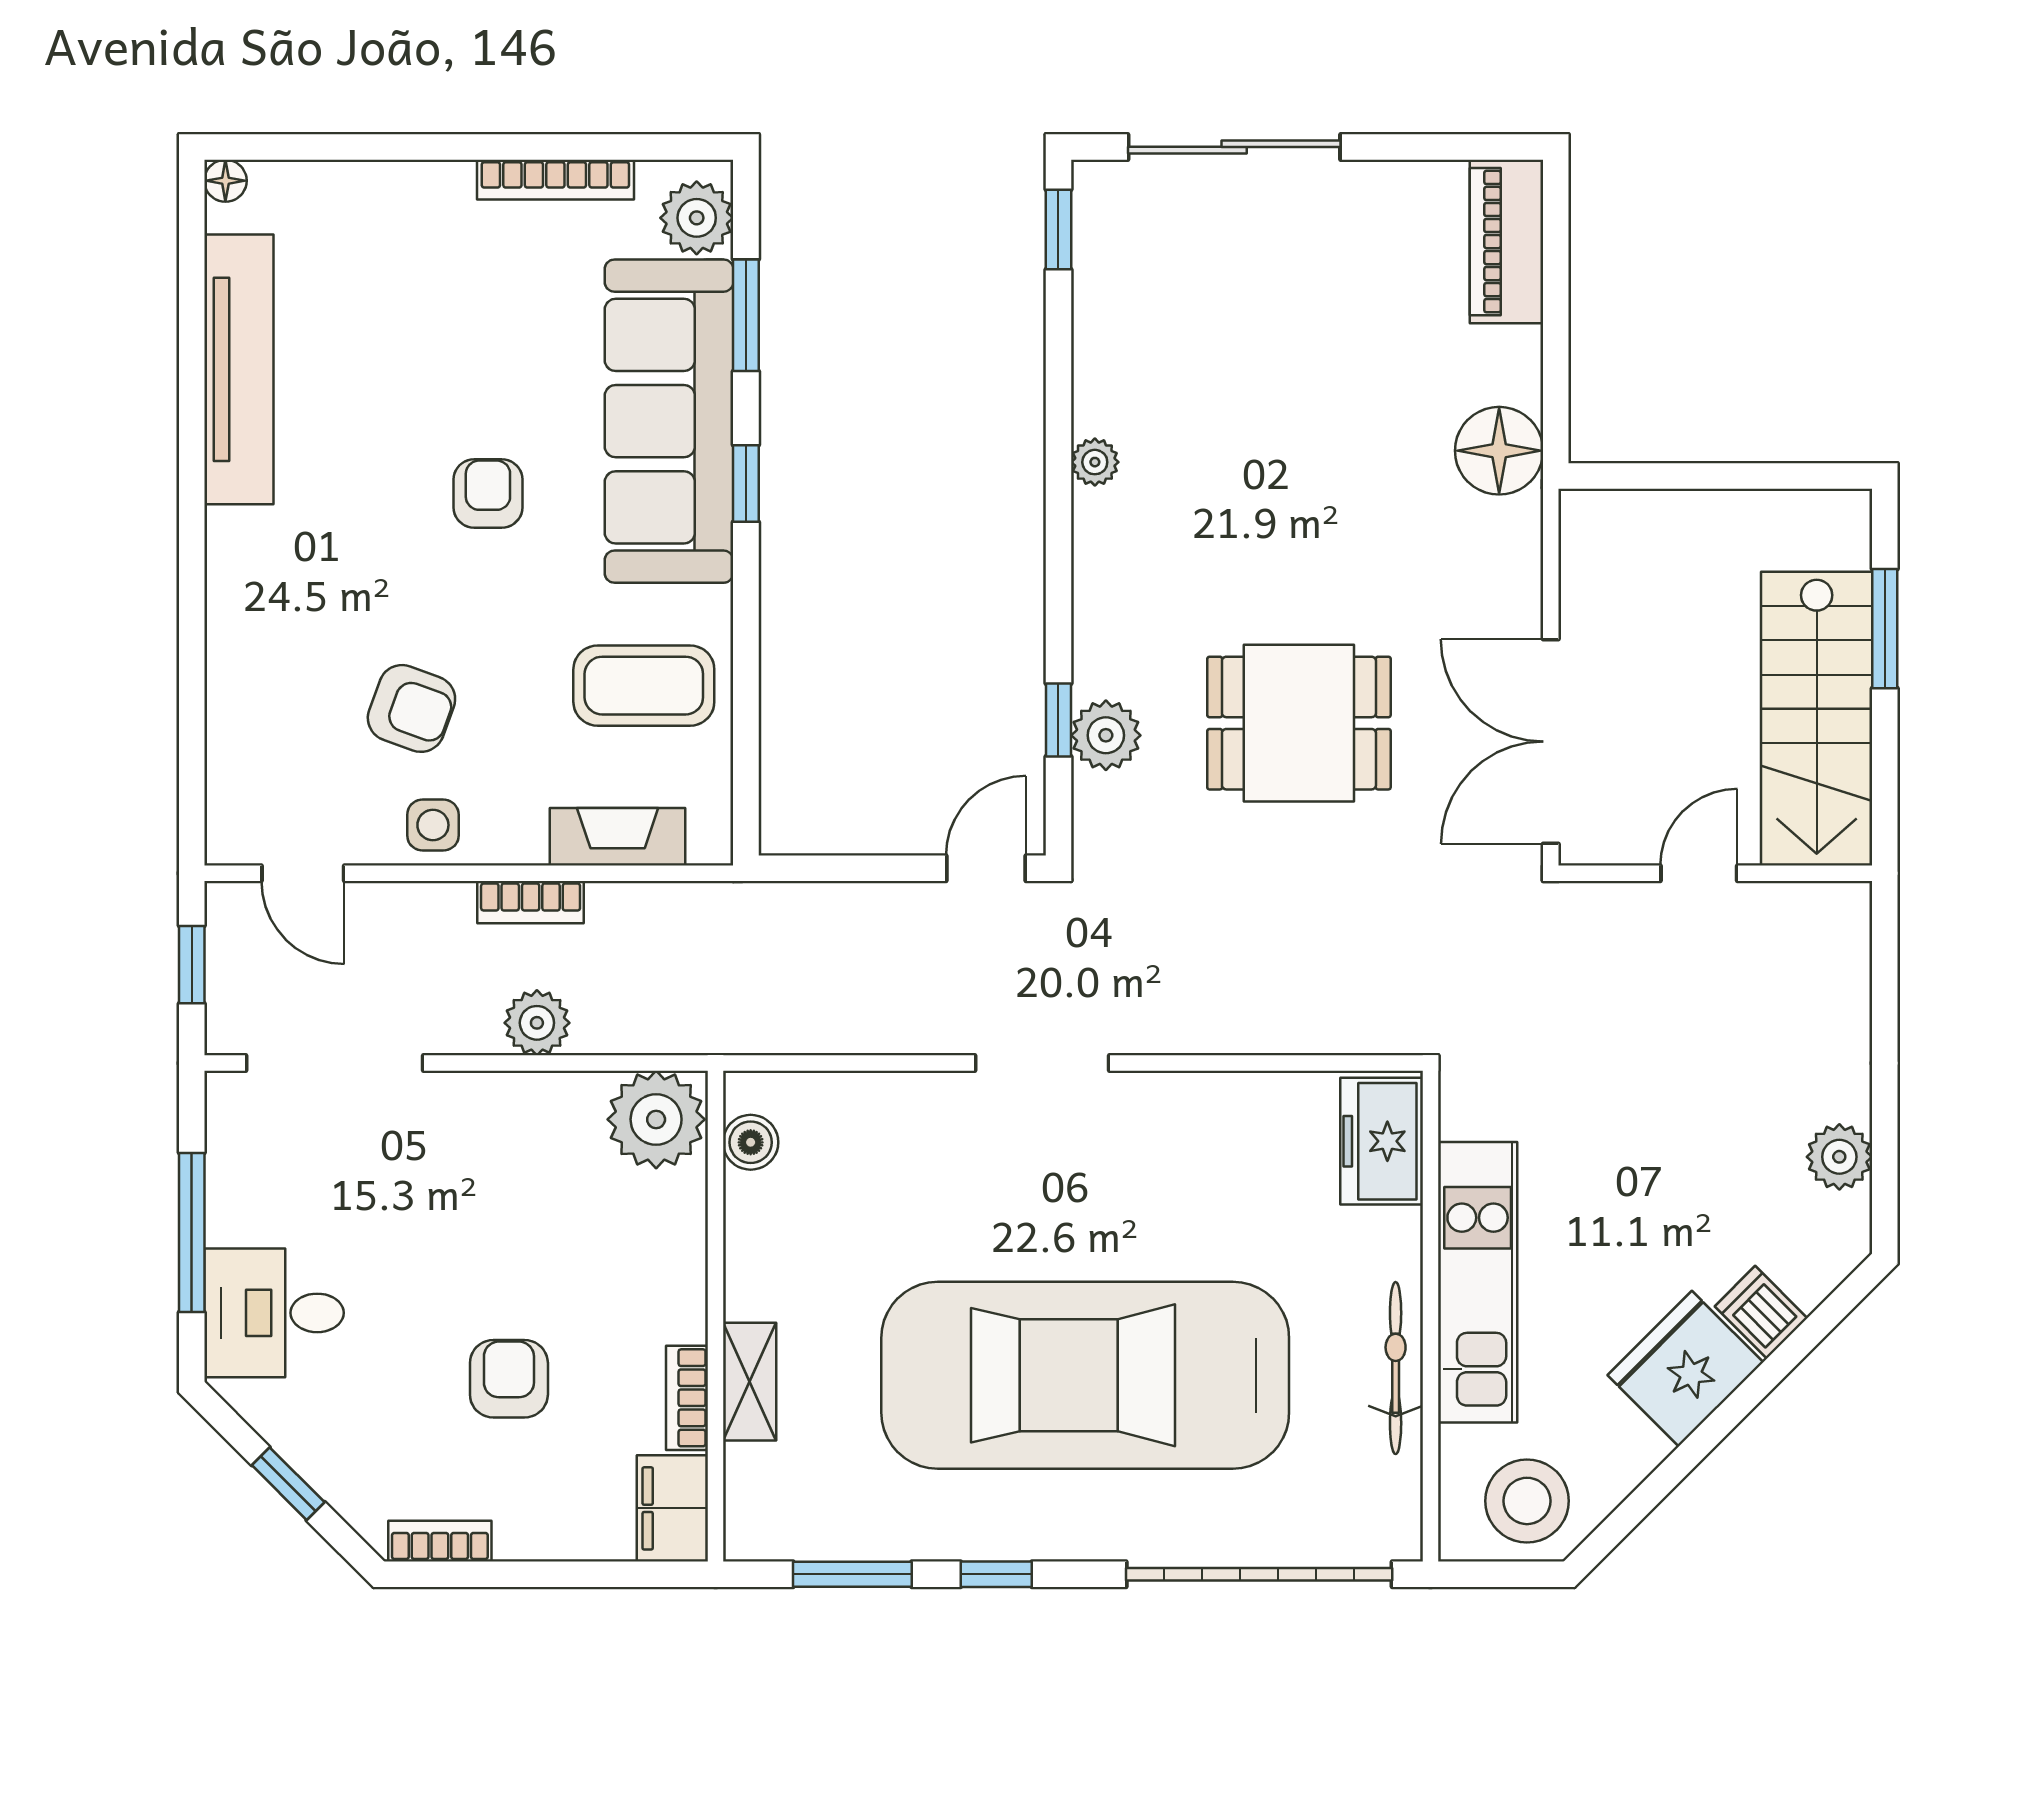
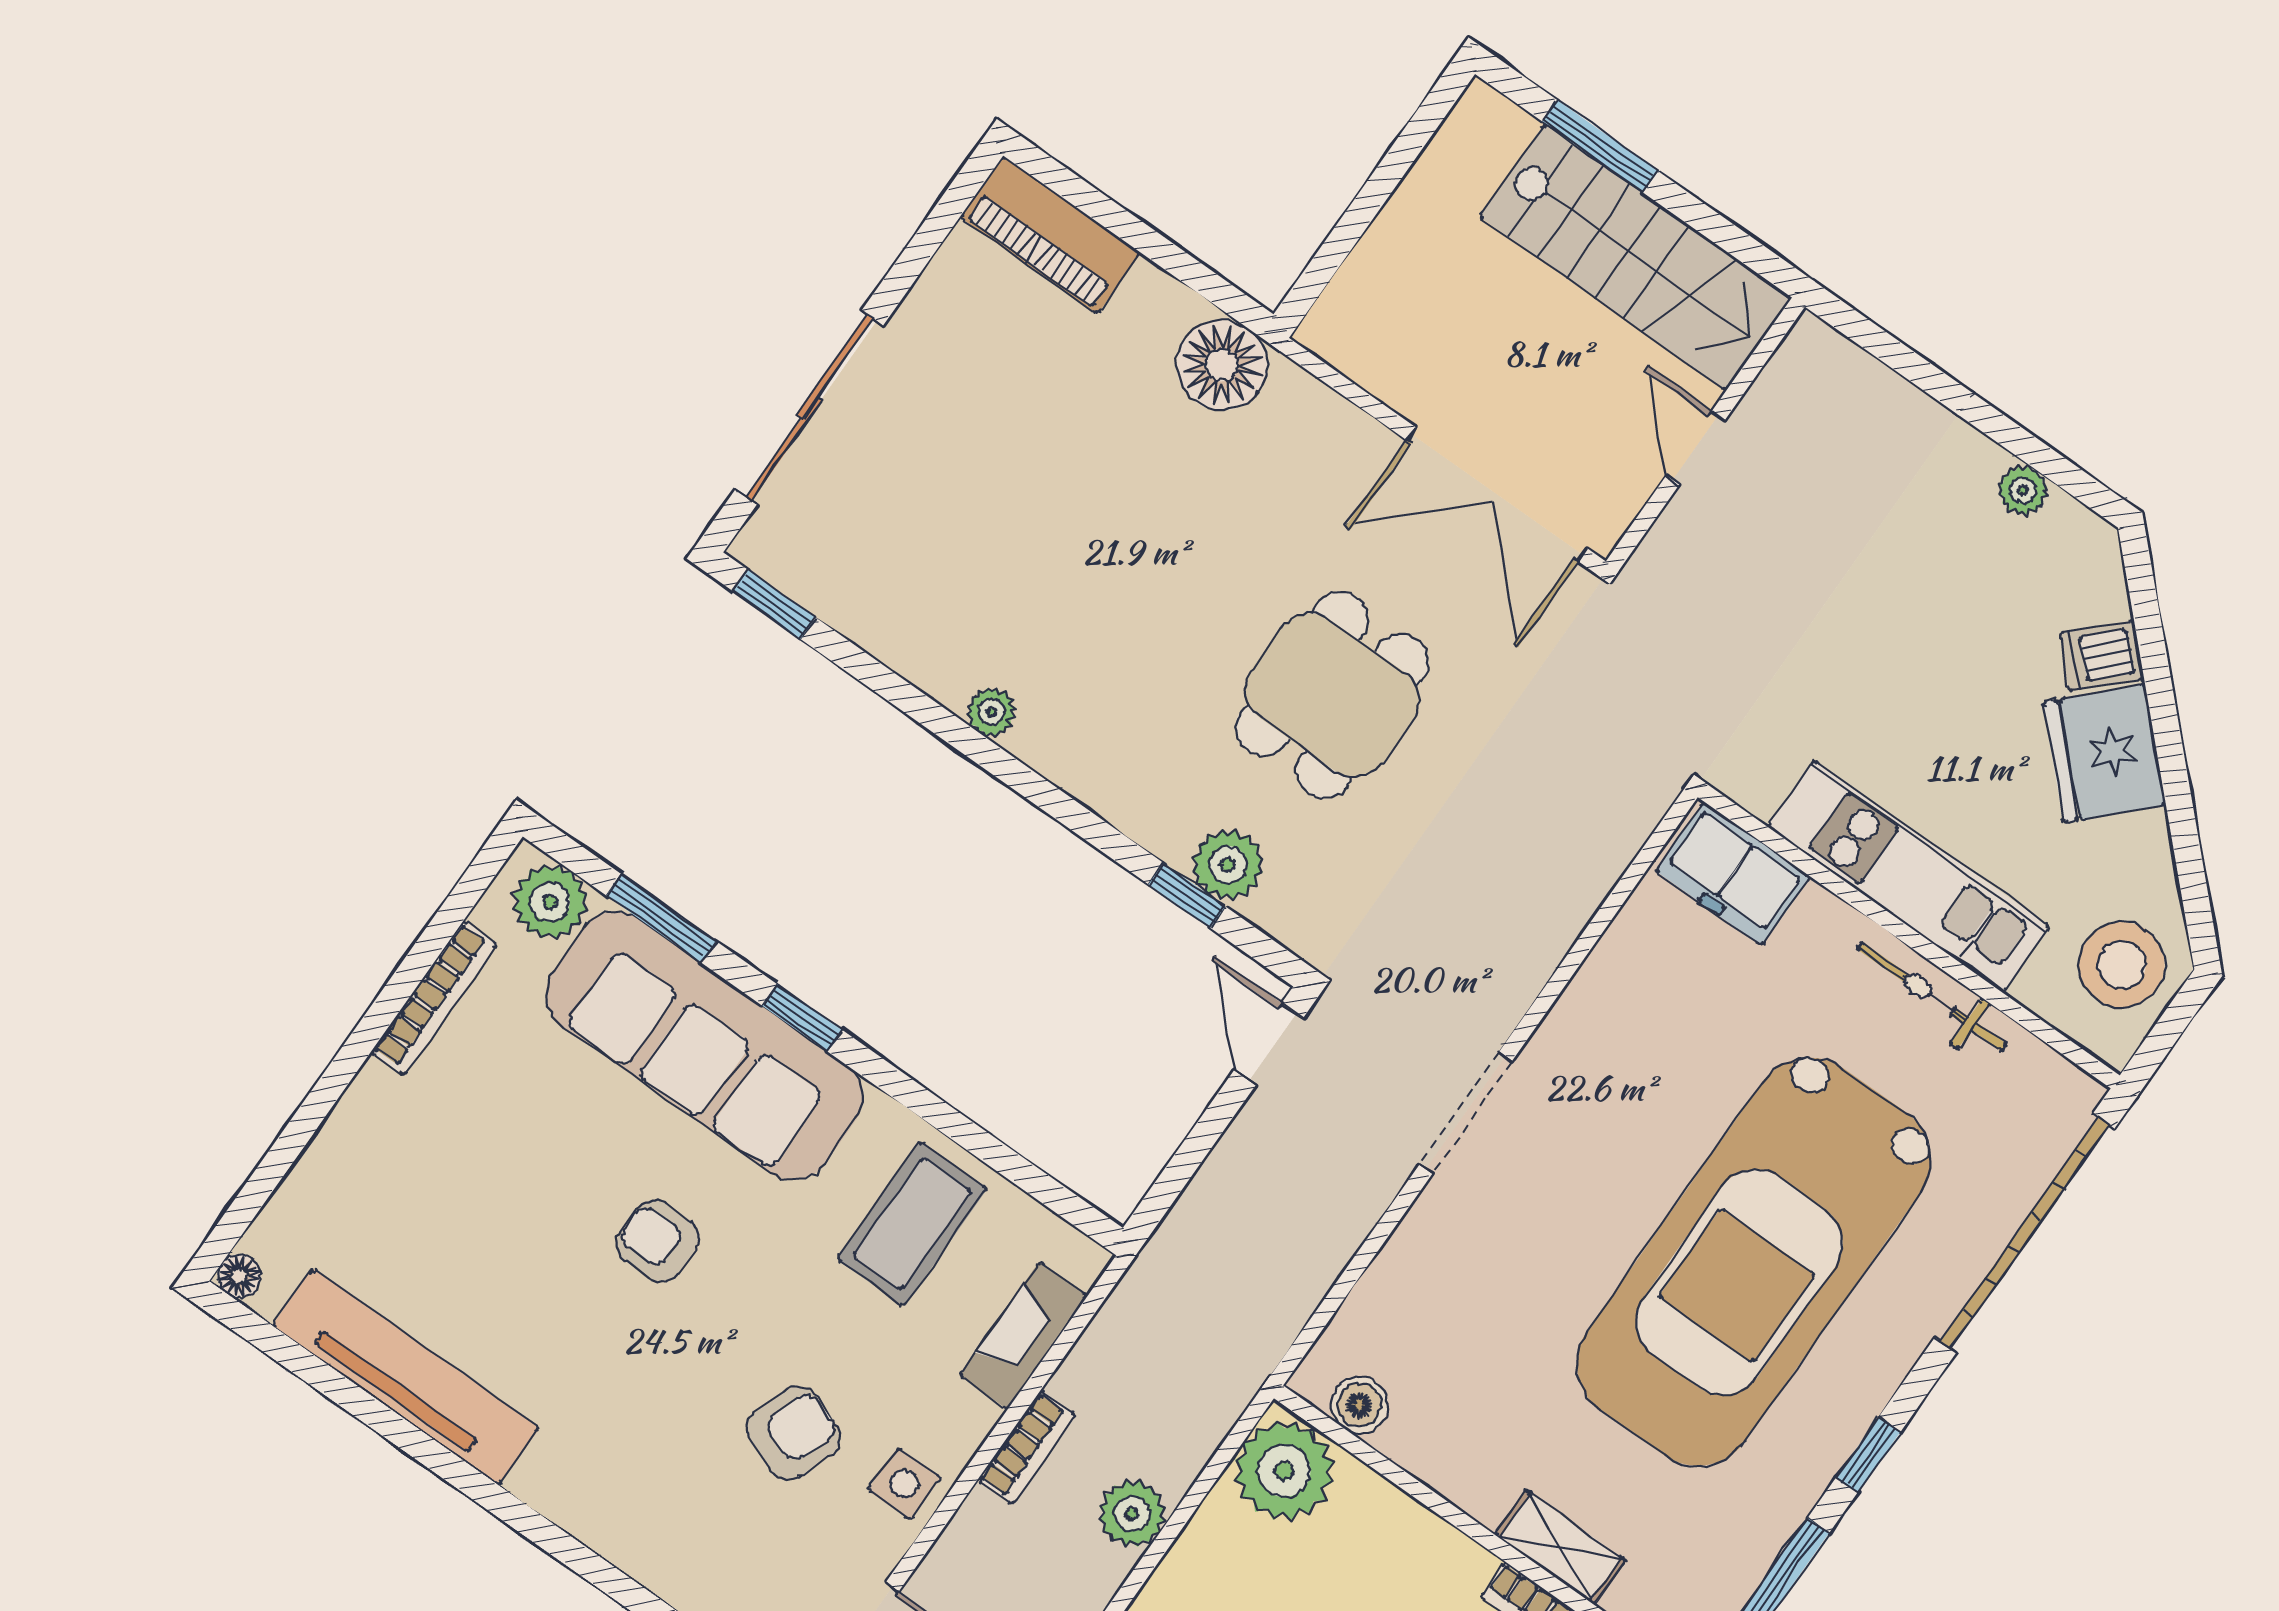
plant: (1839, 1157) -> (2023, 490), width x0.73, depth x0.73

